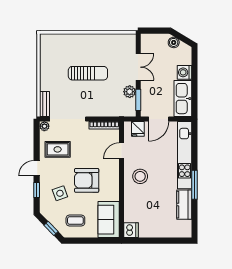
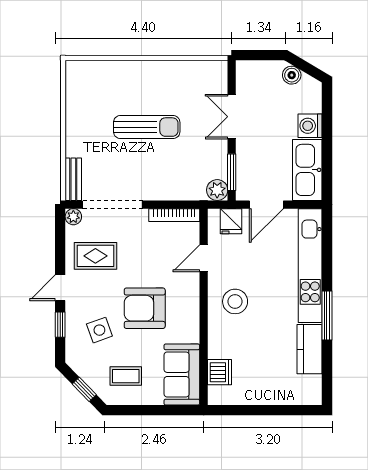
double door: (138, 67) -> (232, 117), swing flipped
plant: (130, 92) -> (217, 190), moved
dishwasher: (131, 230) -> (220, 372), moved

